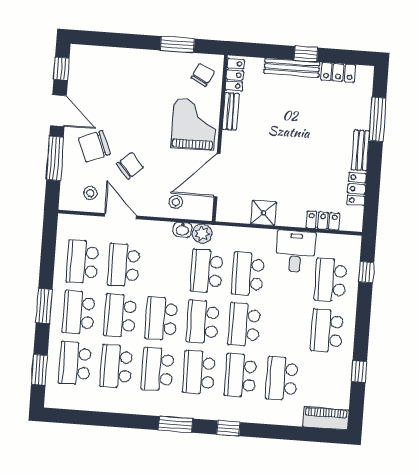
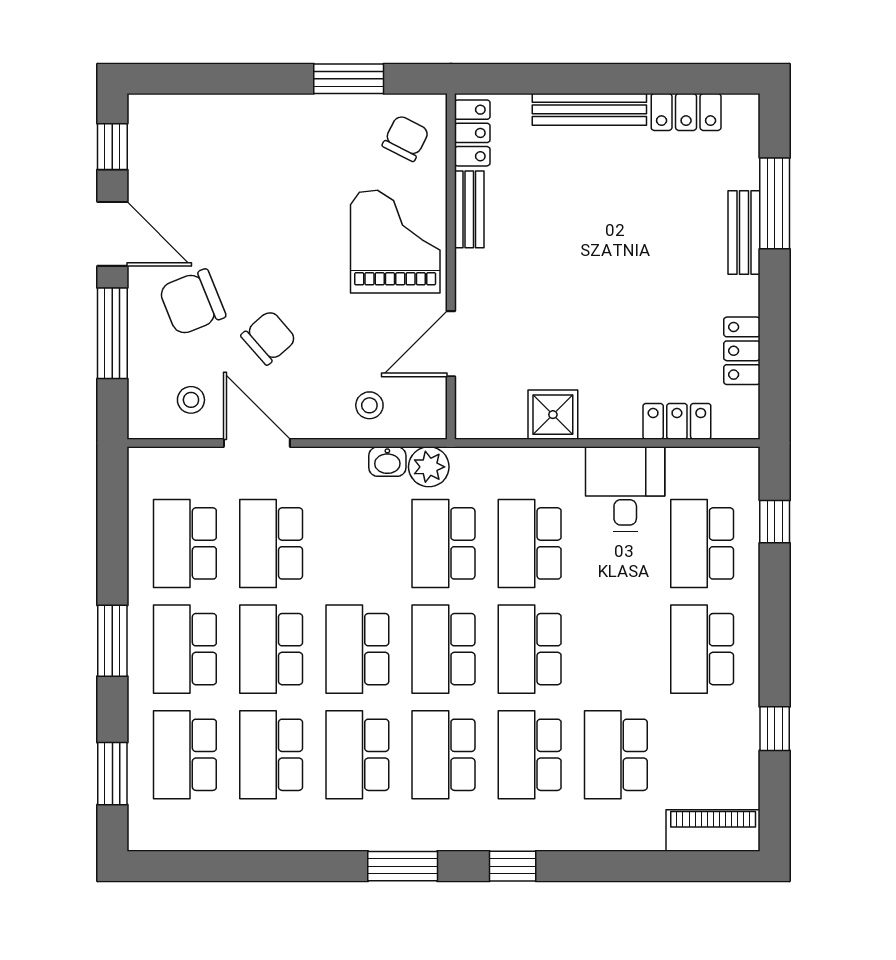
window: (306, 54) -> (617, 79), removed
bench: (360, 150) -> (744, 233), moved
door: (217, 175) -> (451, 344), width x0.73

